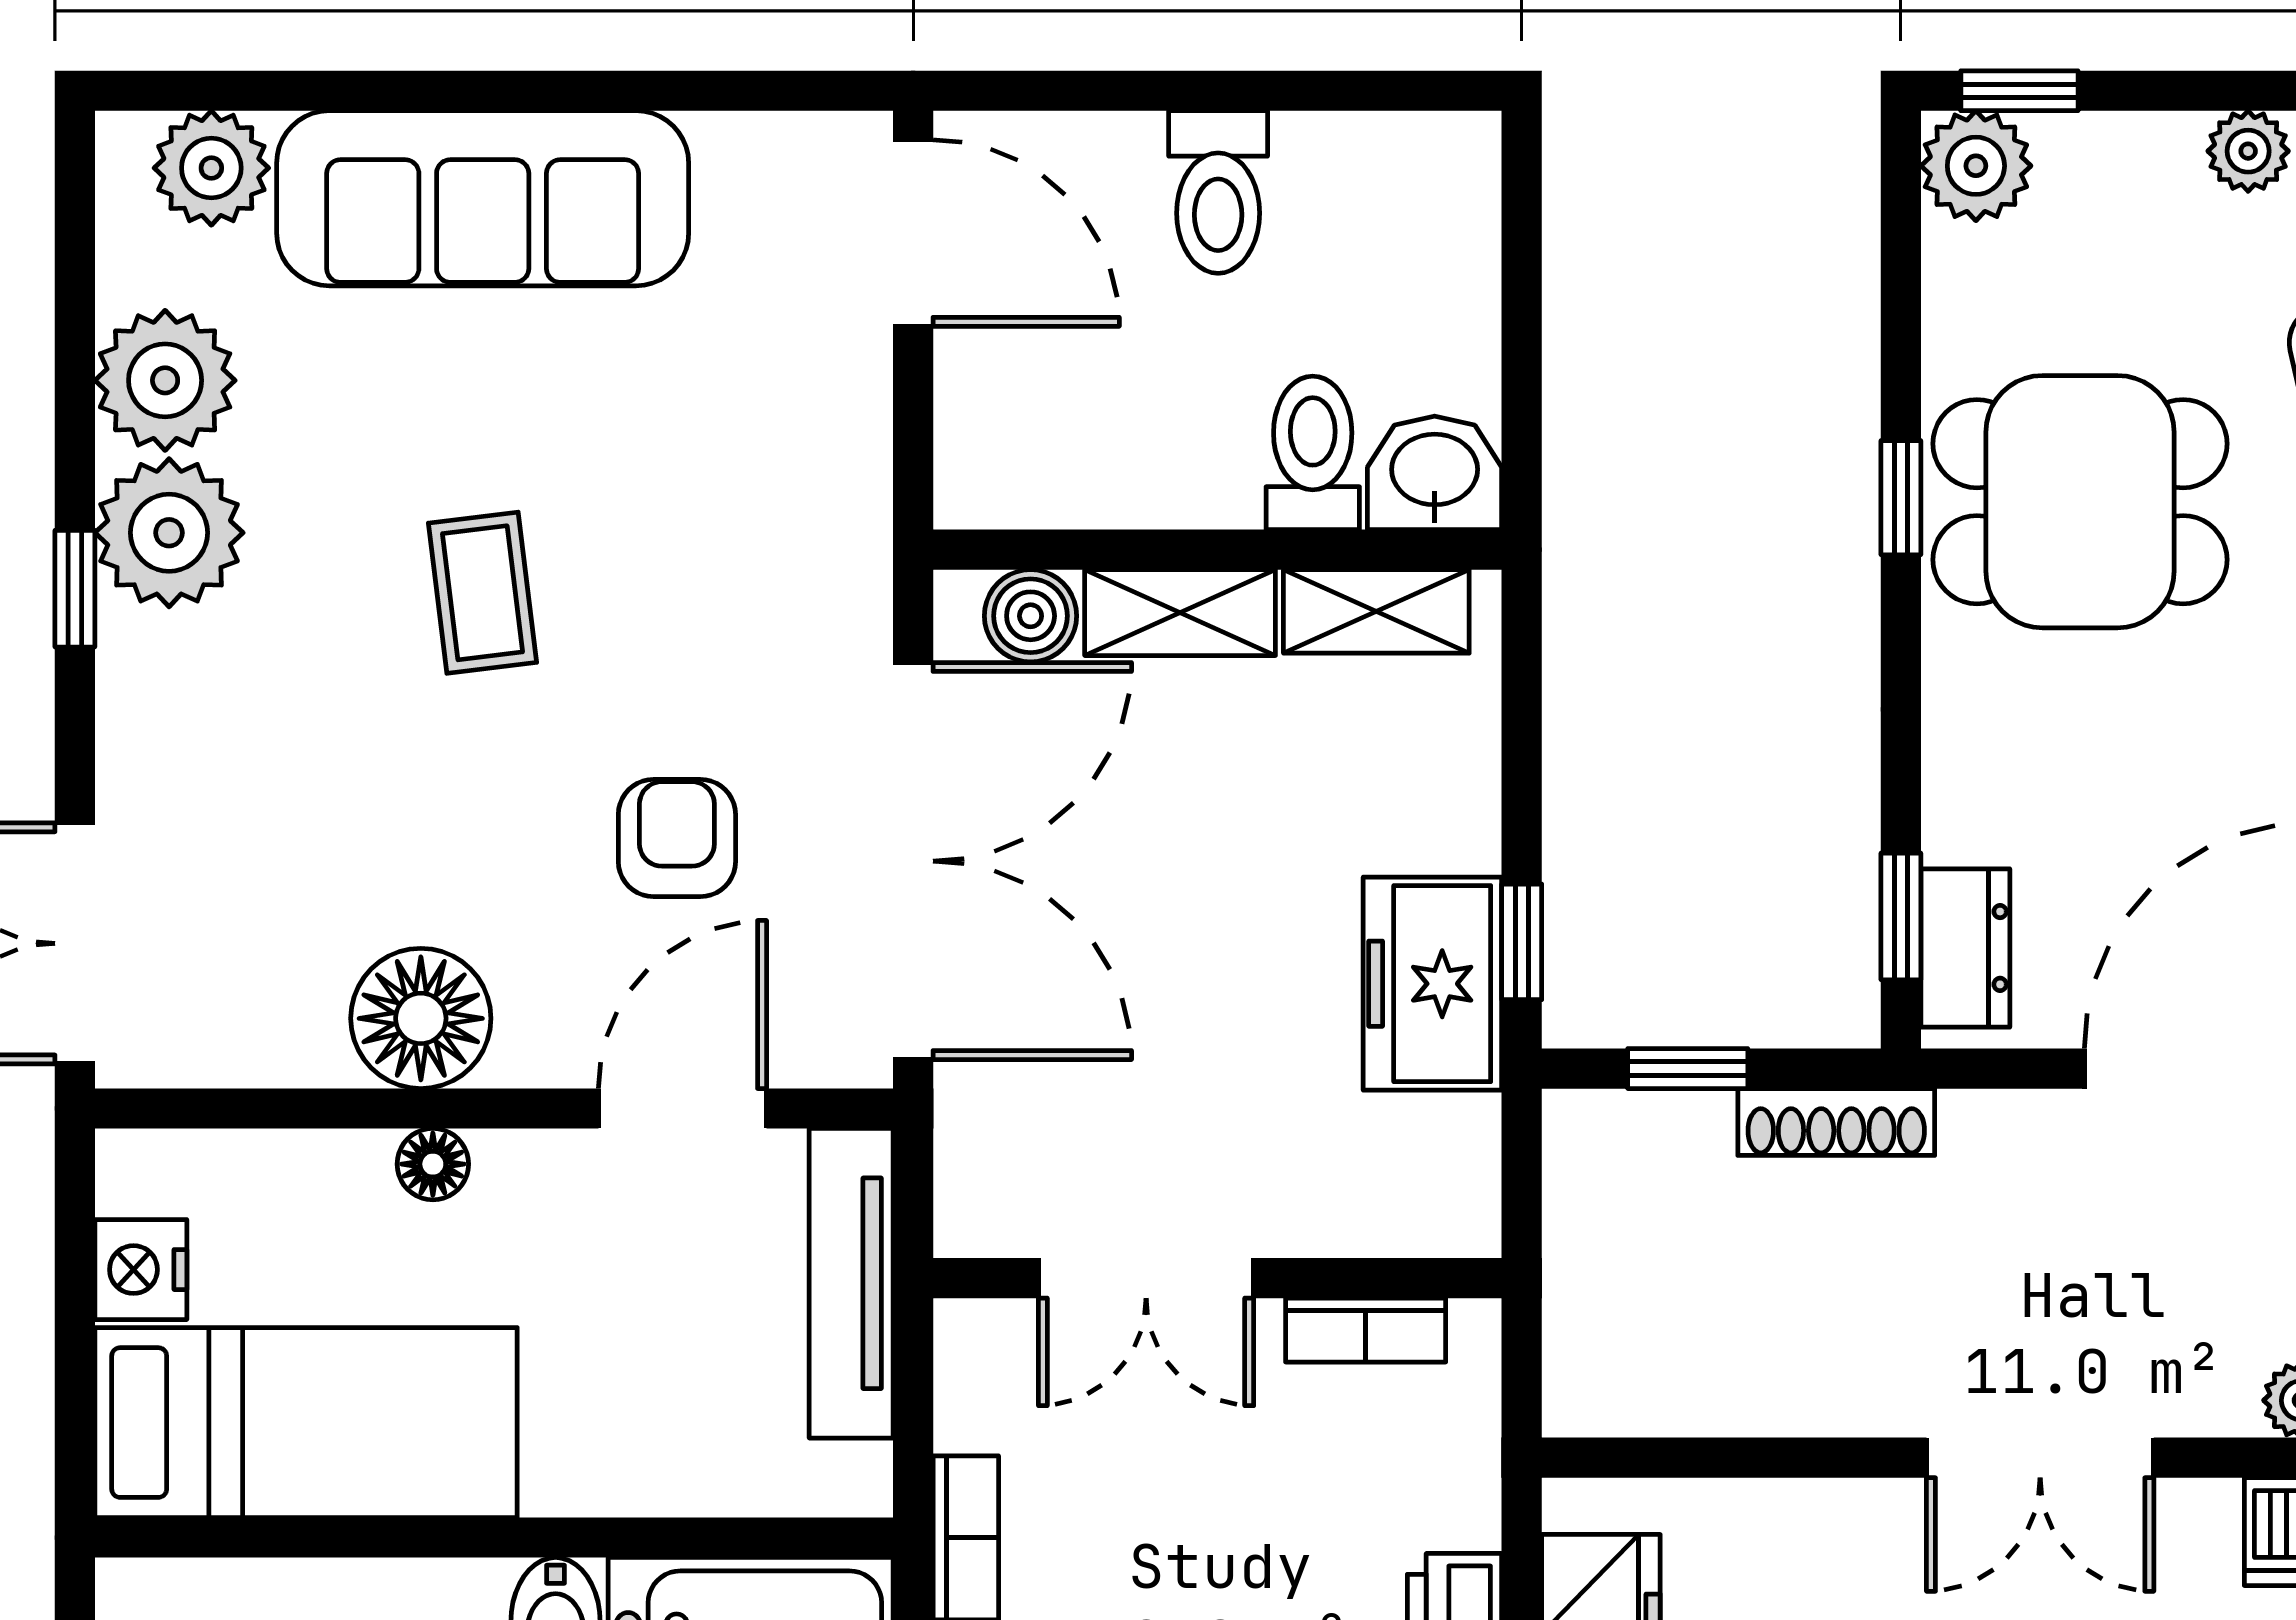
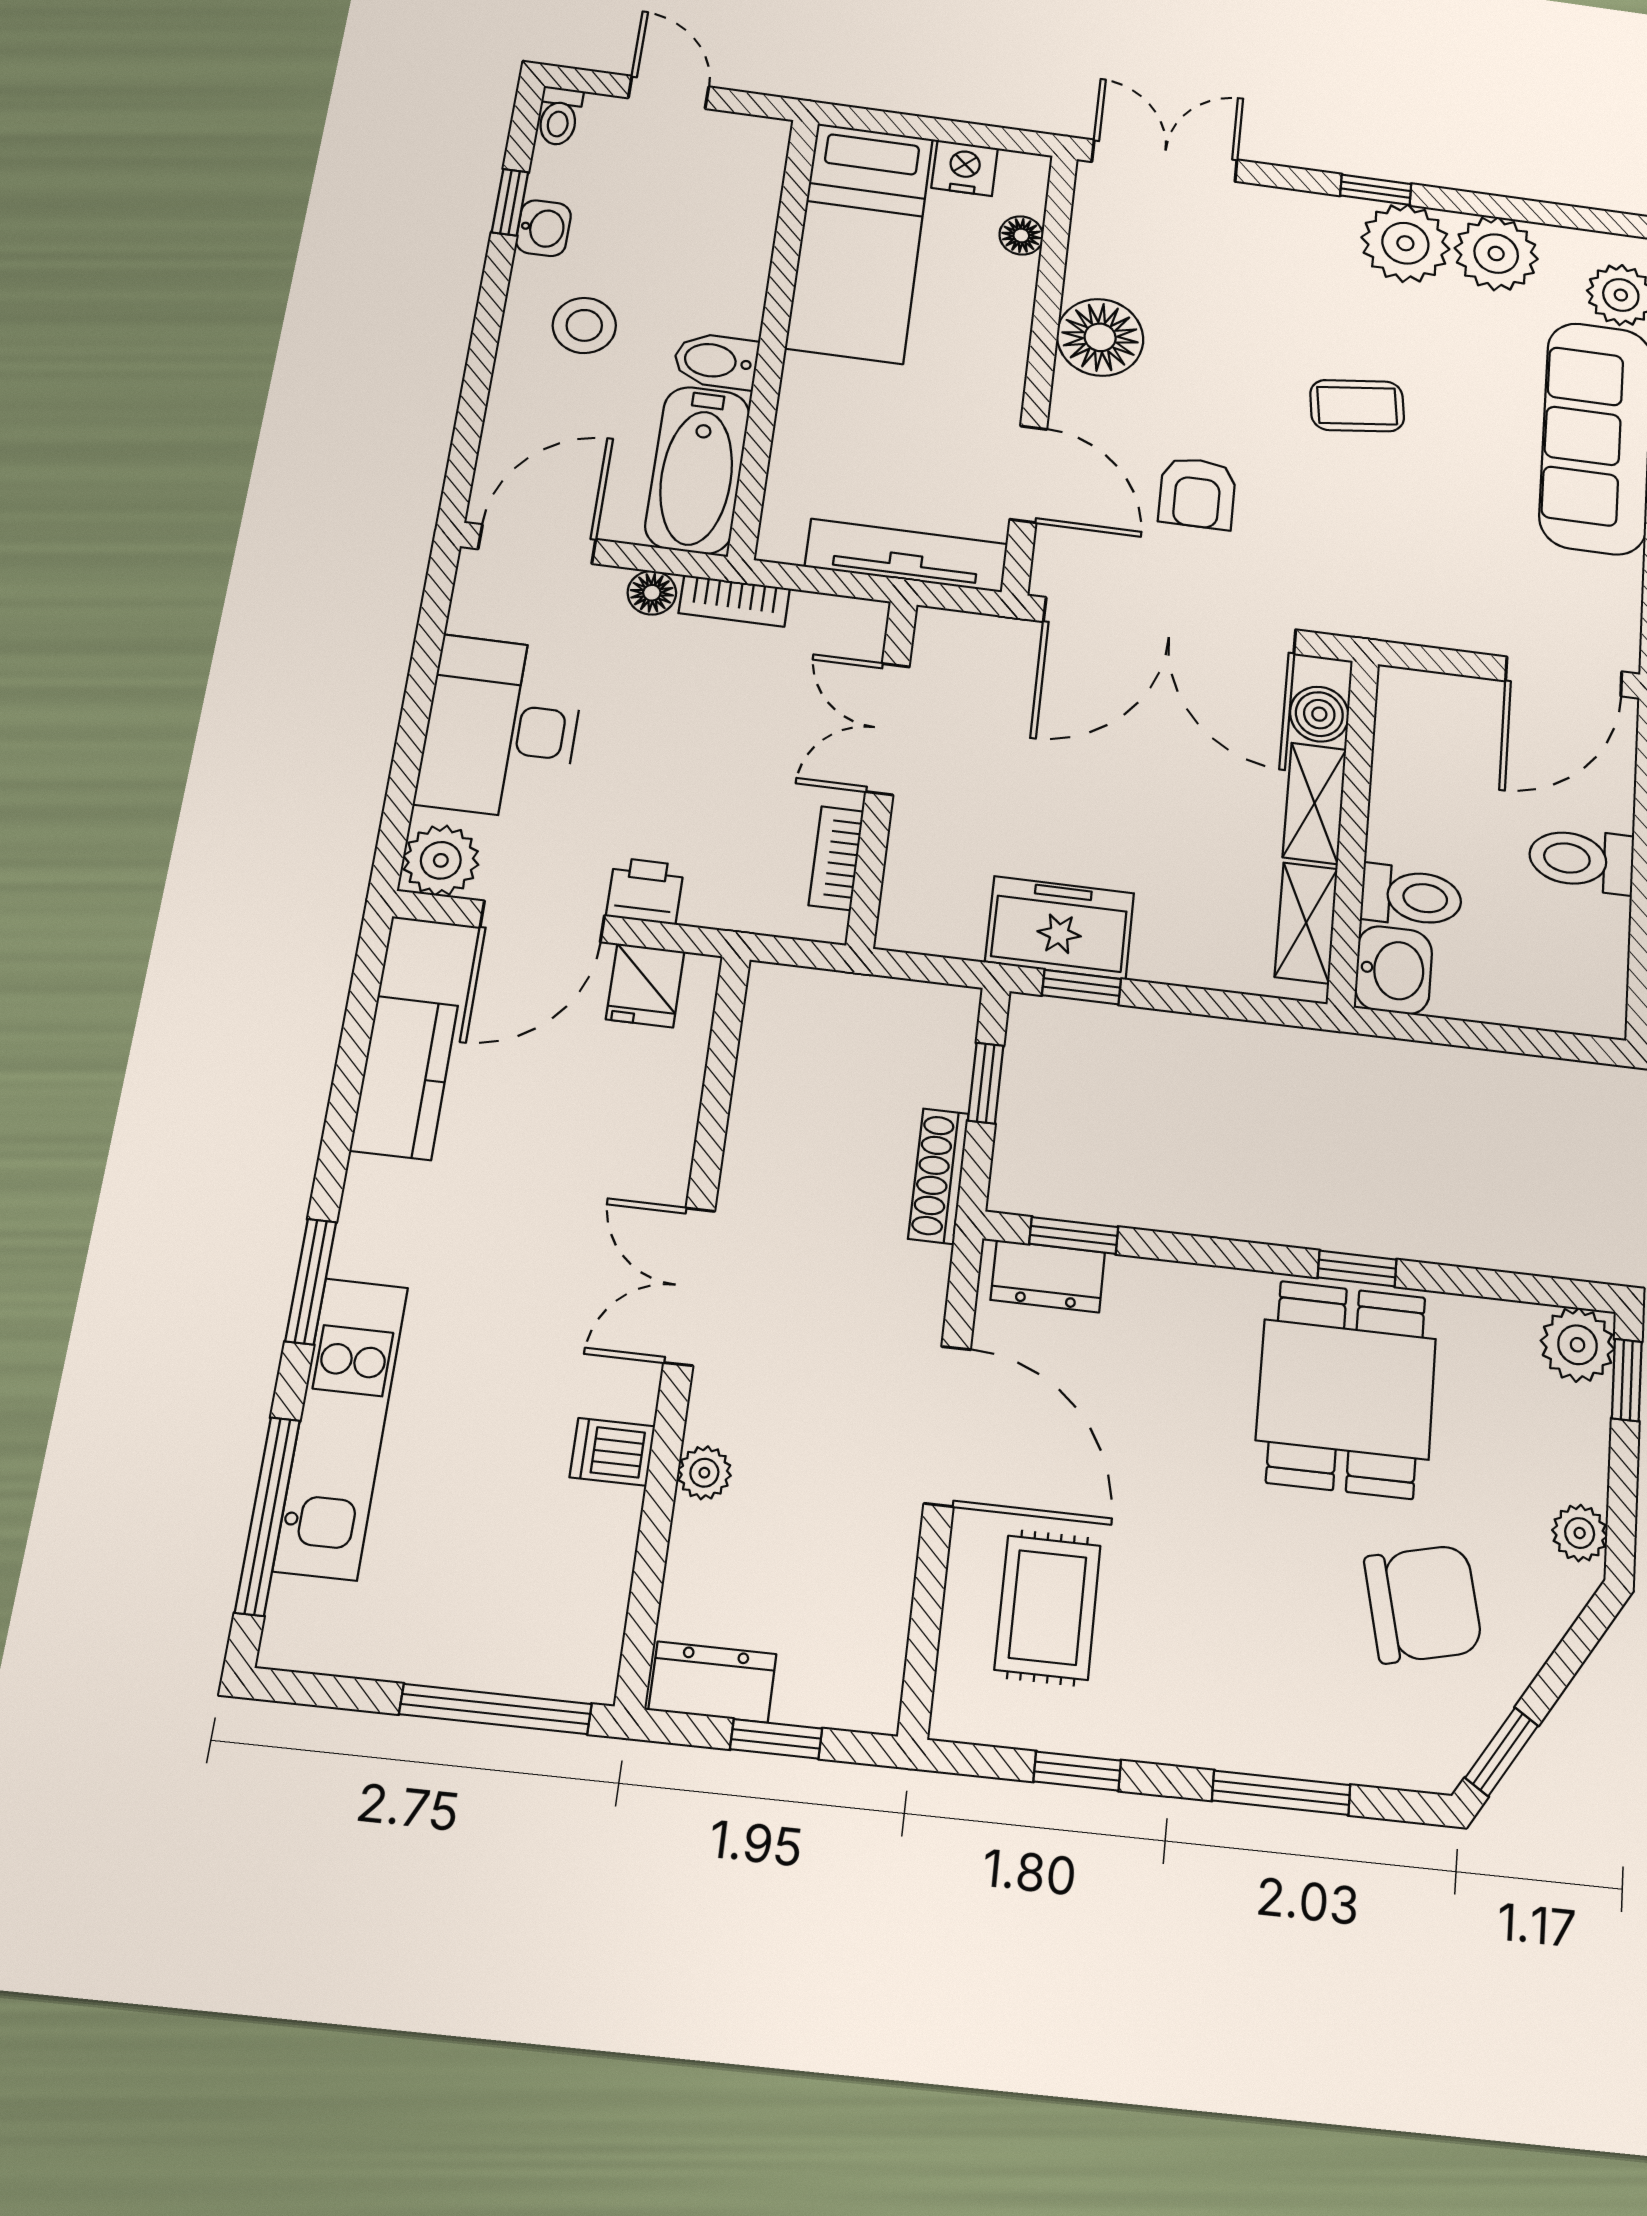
armchair: (677, 838) -> (1197, 493), turned 90
floor lamp: (433, 1164) -> (1021, 235), moved

